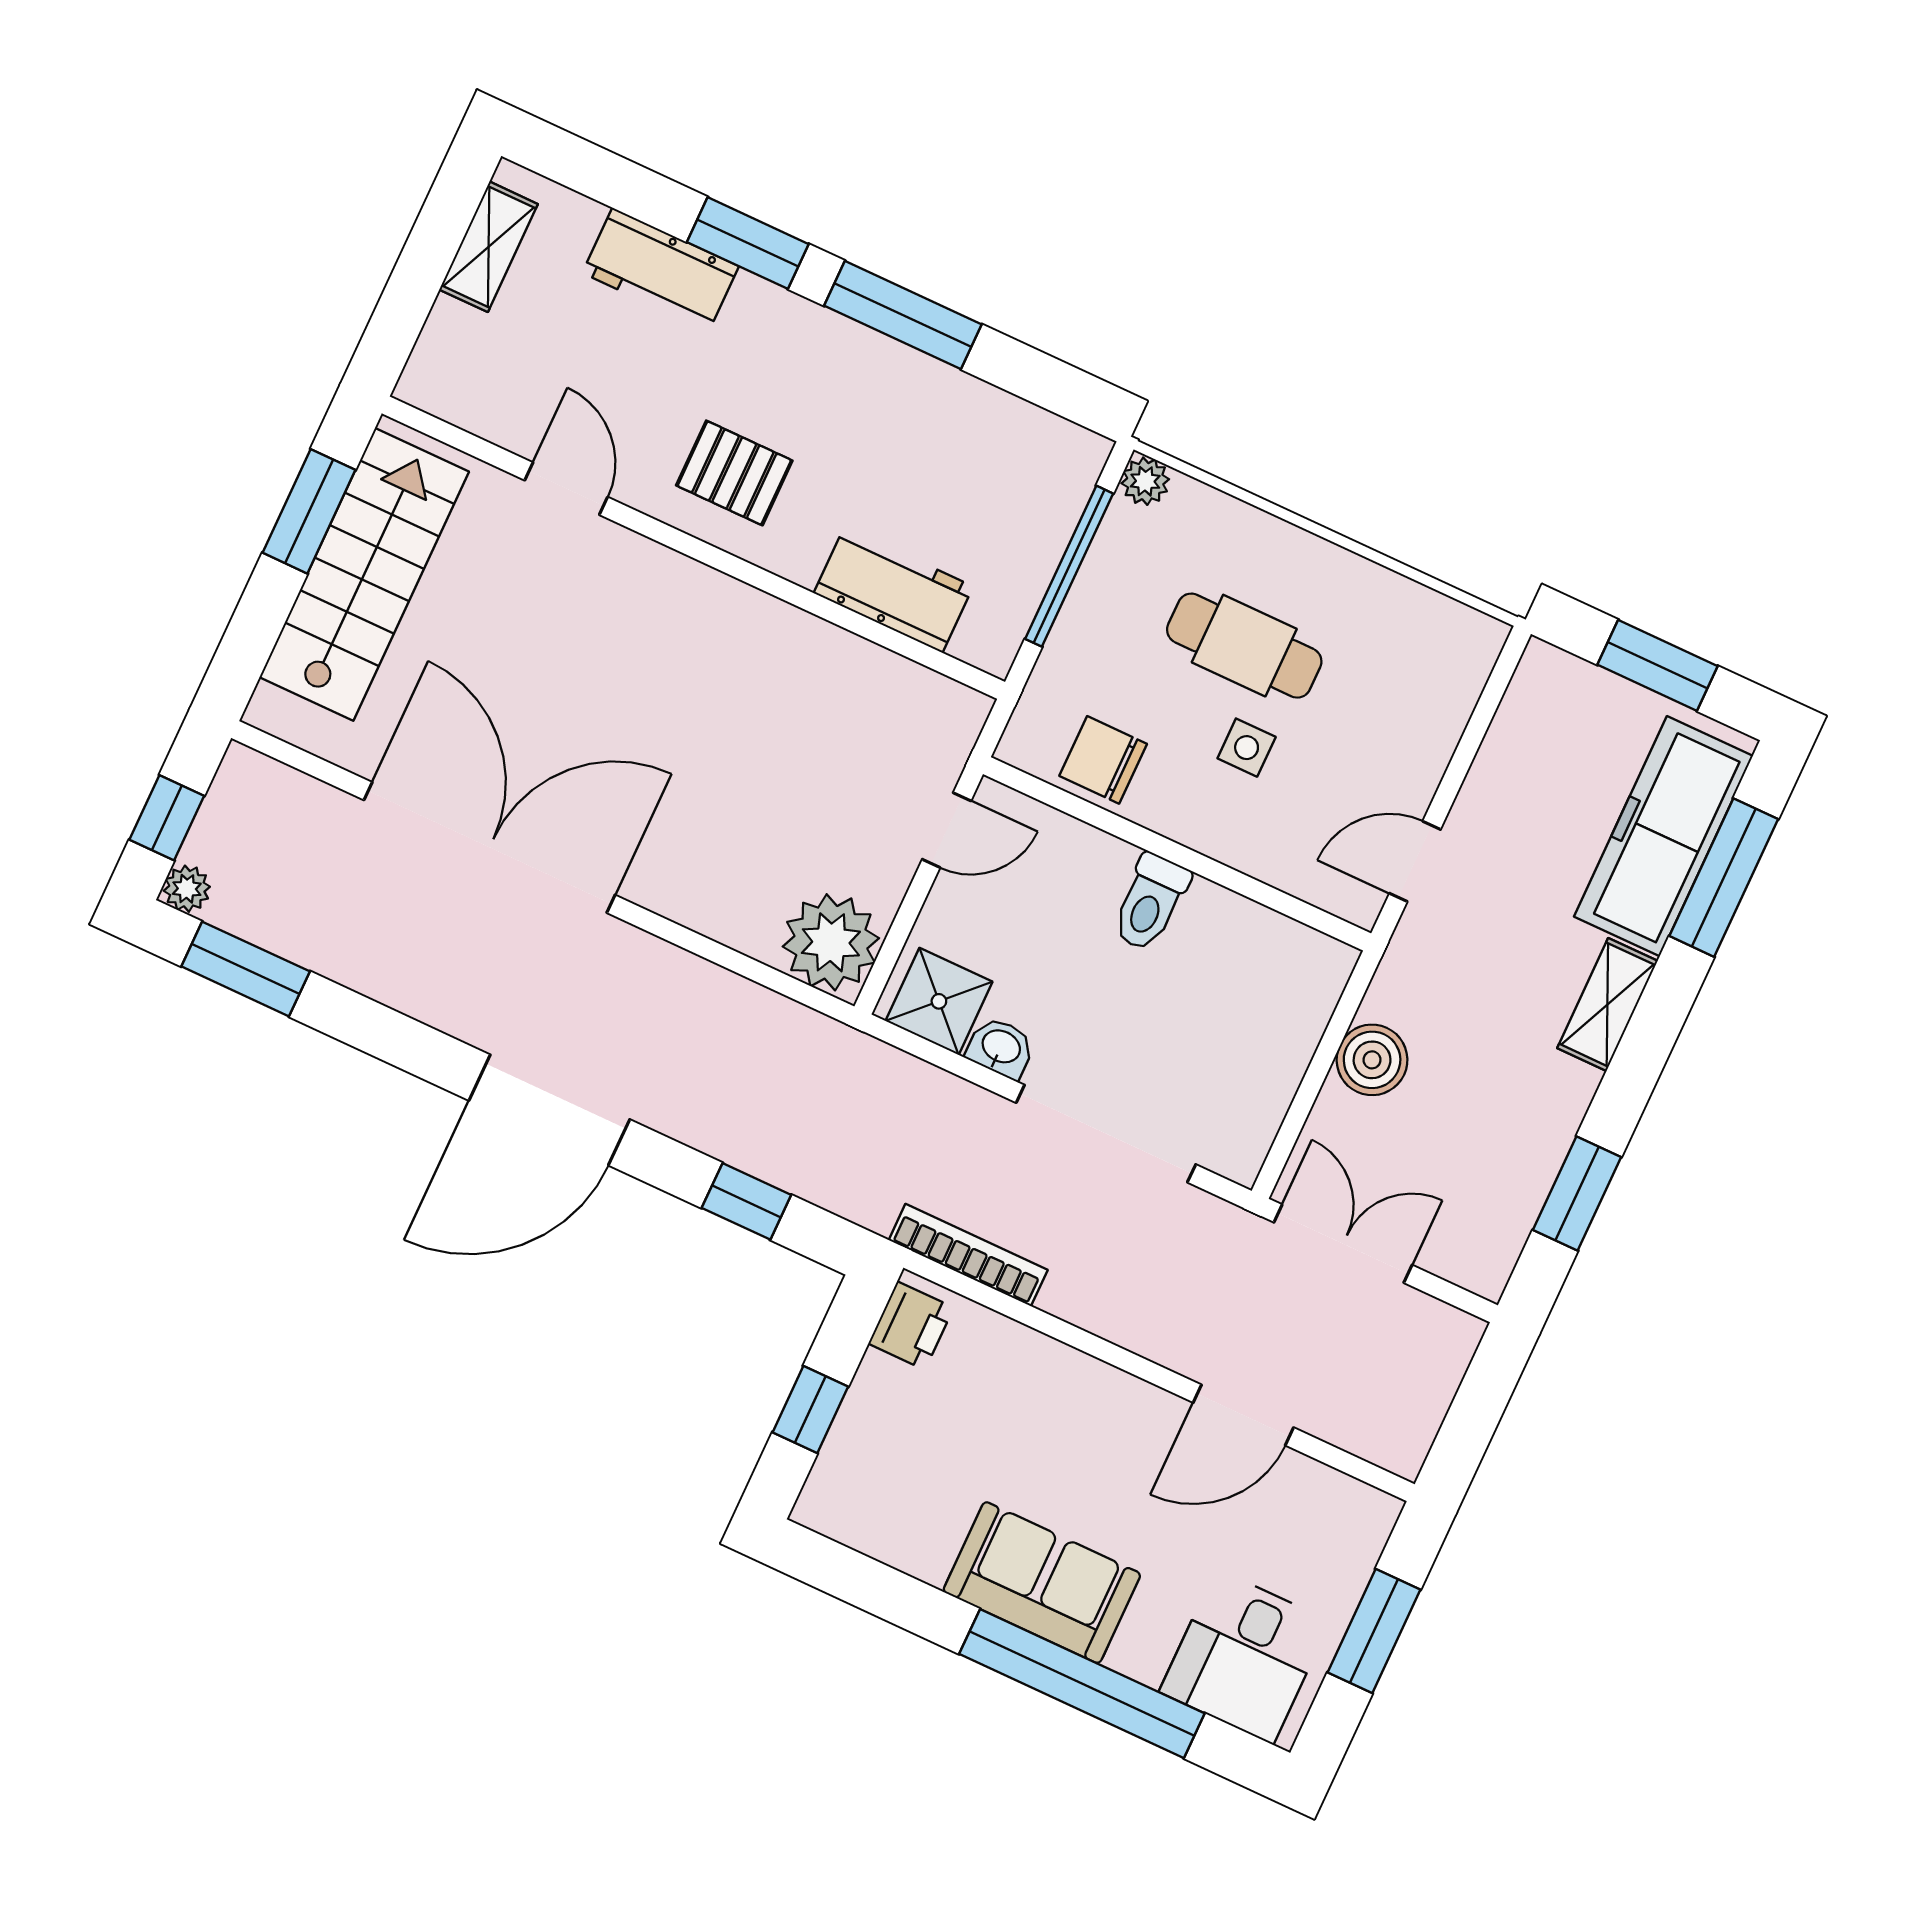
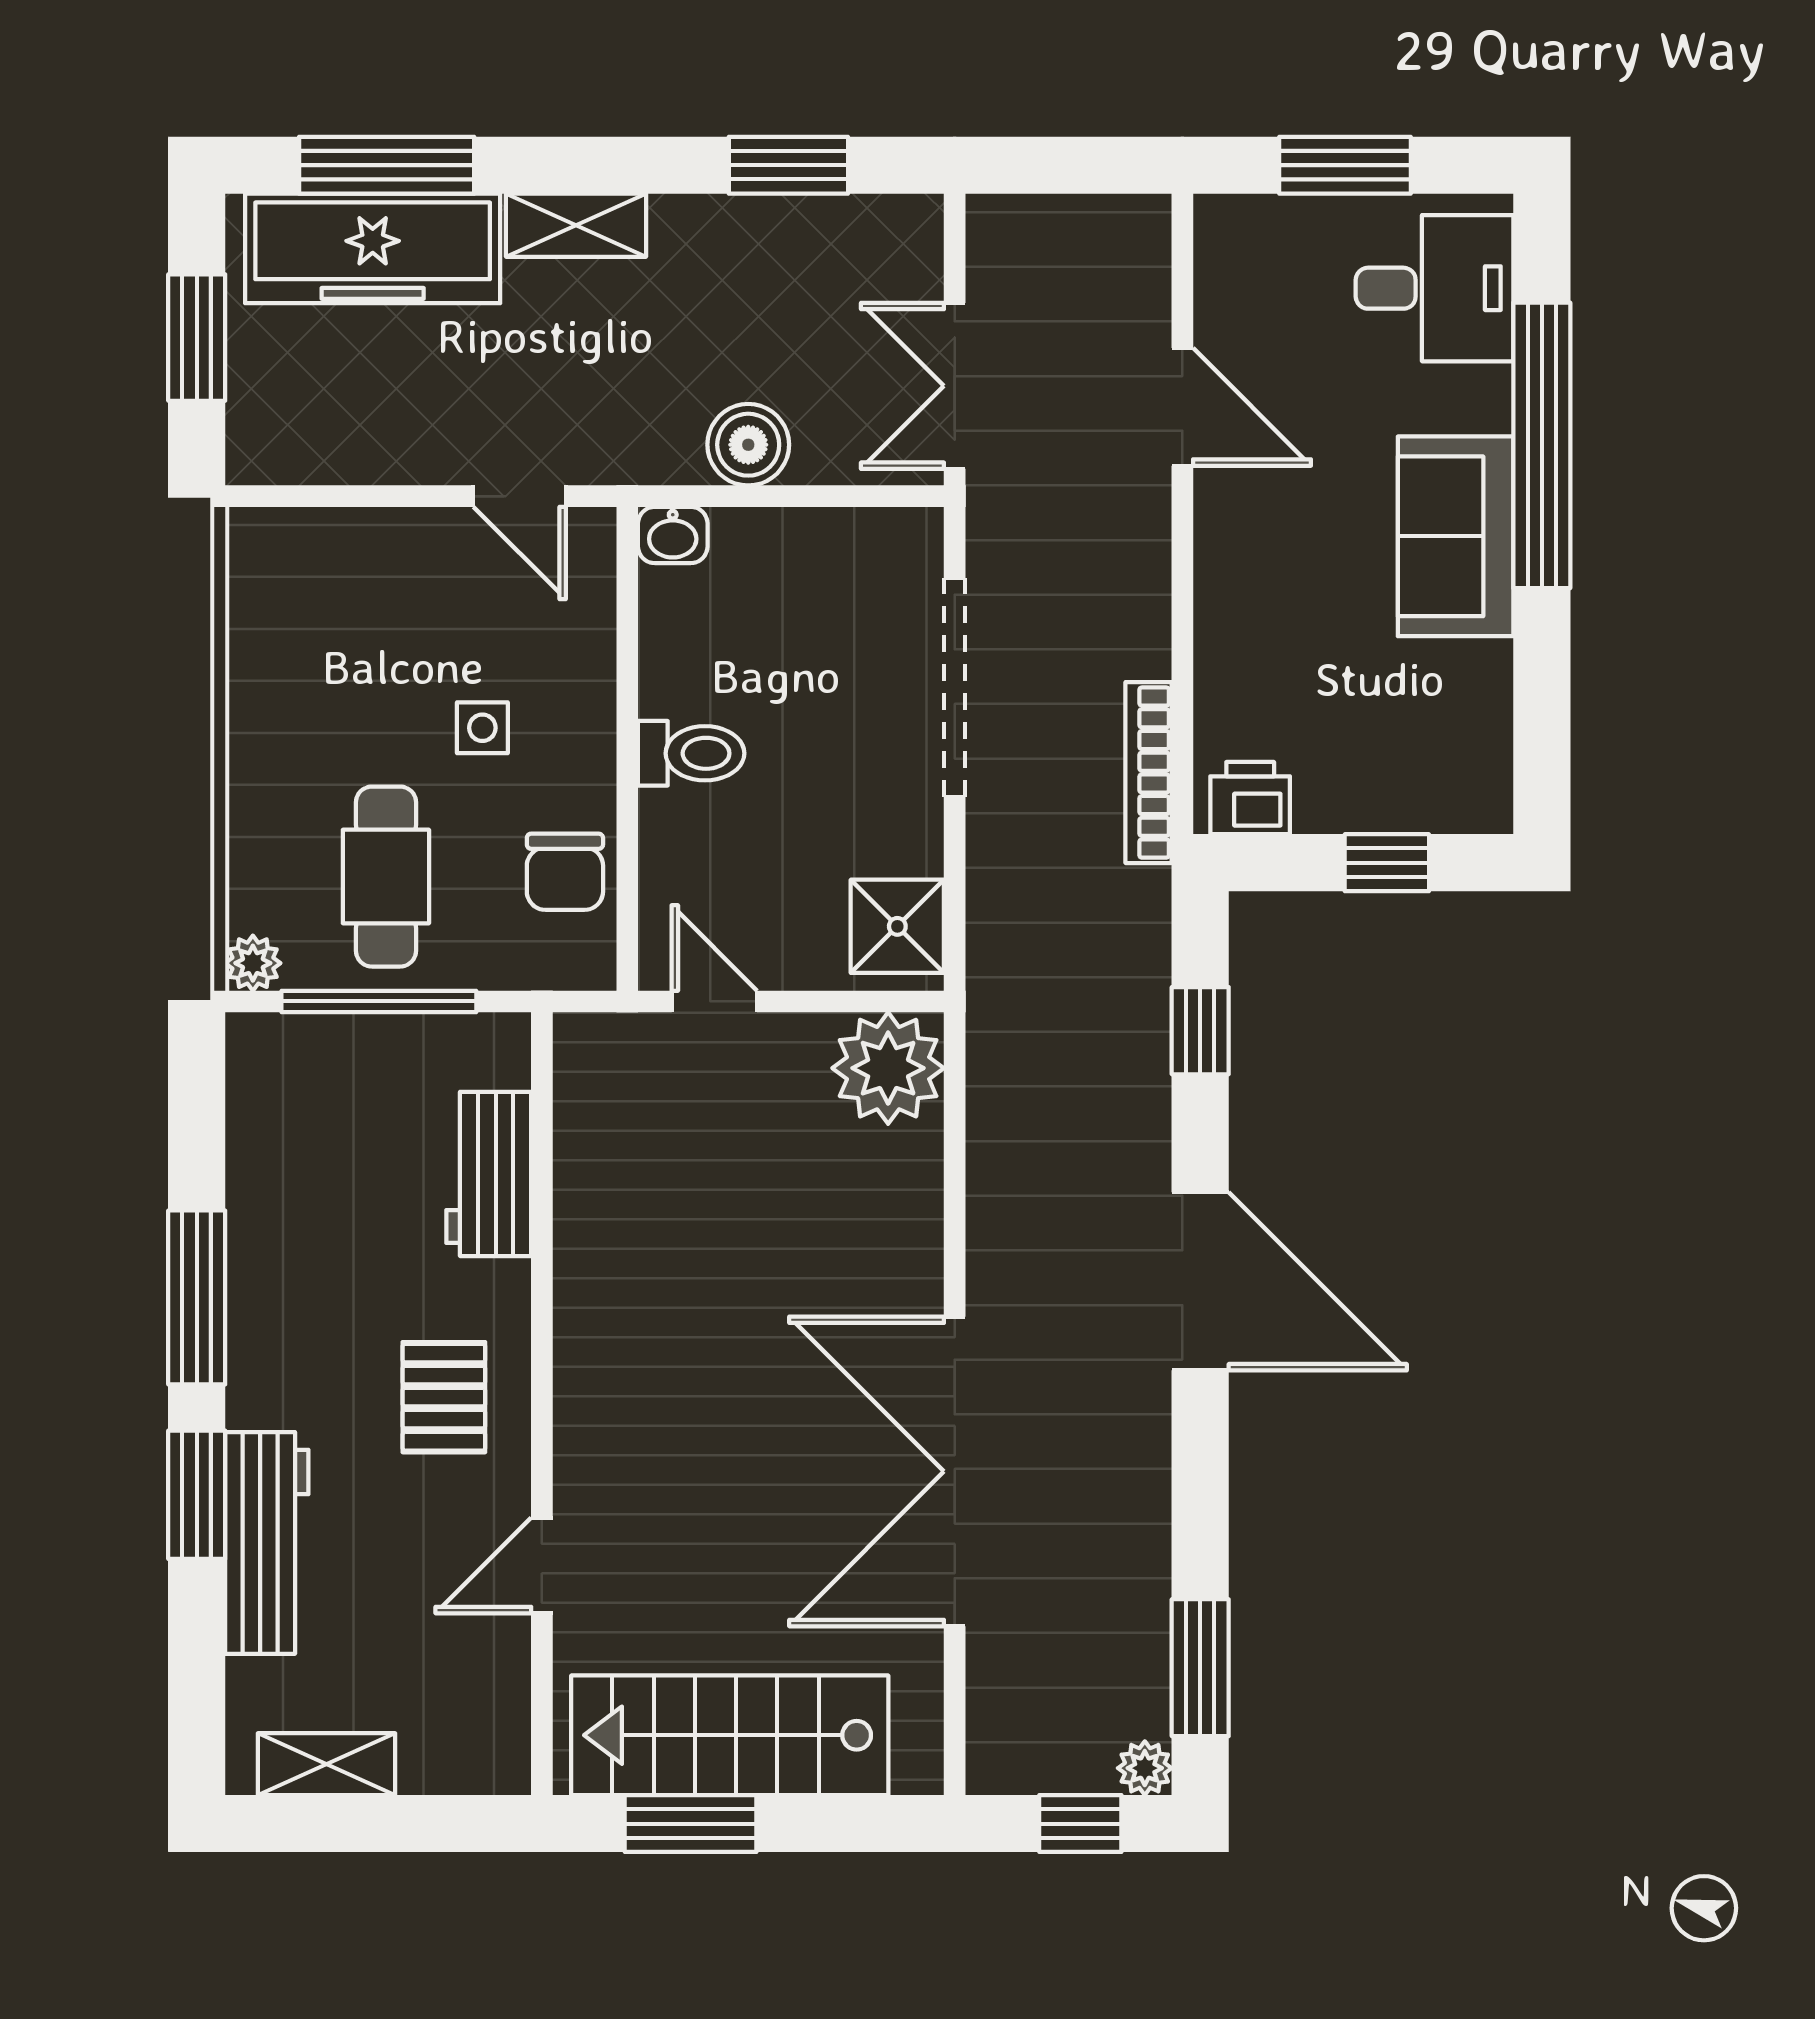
workbench: (661, 270) -> (267, 1543), width x1.38
cafe table: (1244, 646) -> (386, 877), moved
washbasin: (1001, 1048) -> (673, 535), moved, turned -90

